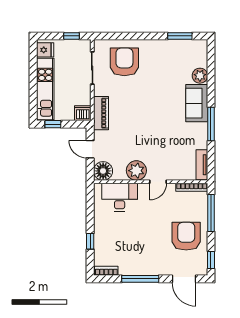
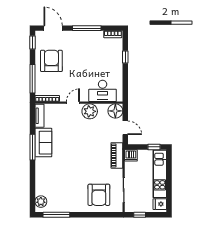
window: (180, 36) -> (56, 215), width x1.44
plant: (200, 76) -> (41, 202), moved
sofa: (197, 103) -> (43, 143), moved
armchair: (186, 236) -> (51, 61), turned 180

